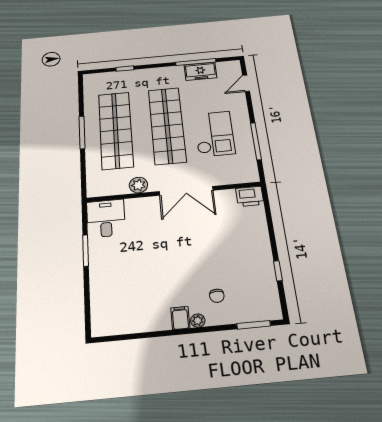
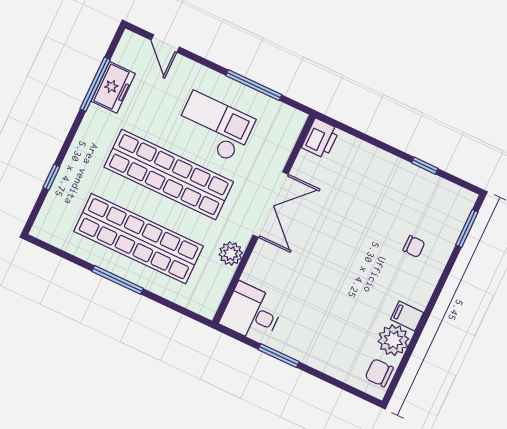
filing cabinet: (180, 318) -> (407, 316), moved
plant: (198, 321) -> (393, 340), moved, width x1.87, depth x1.87
chair: (111, 324) -> (379, 373), added

